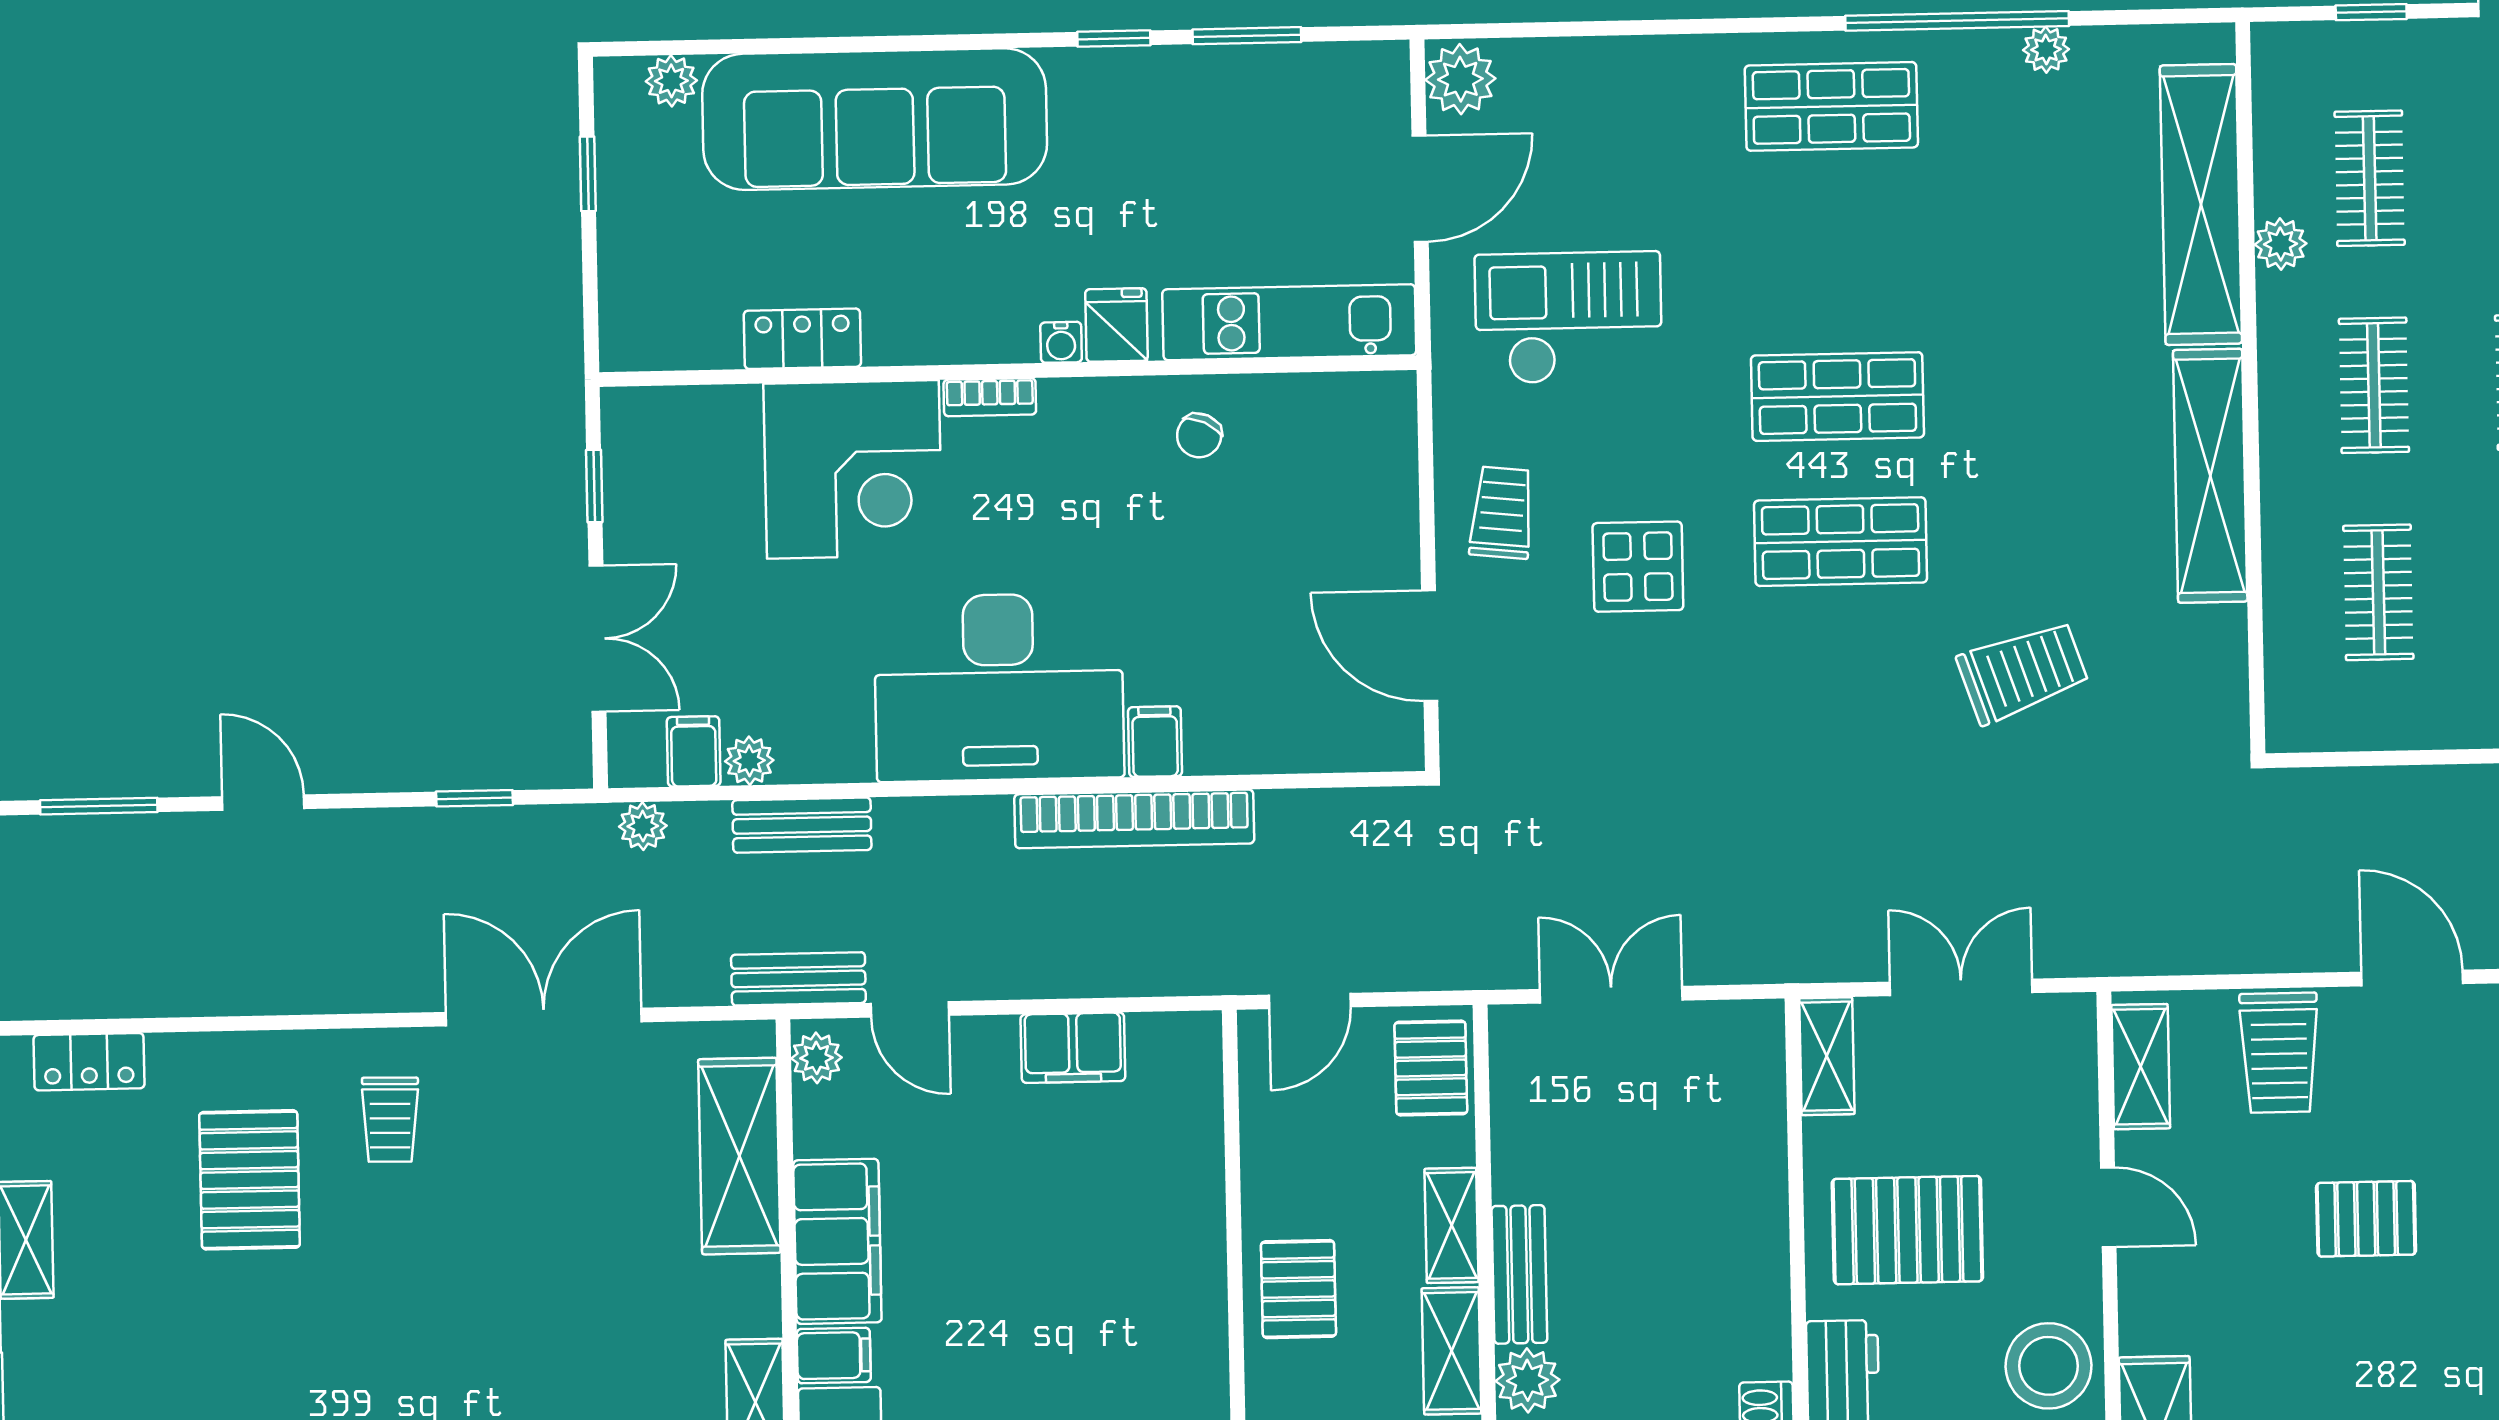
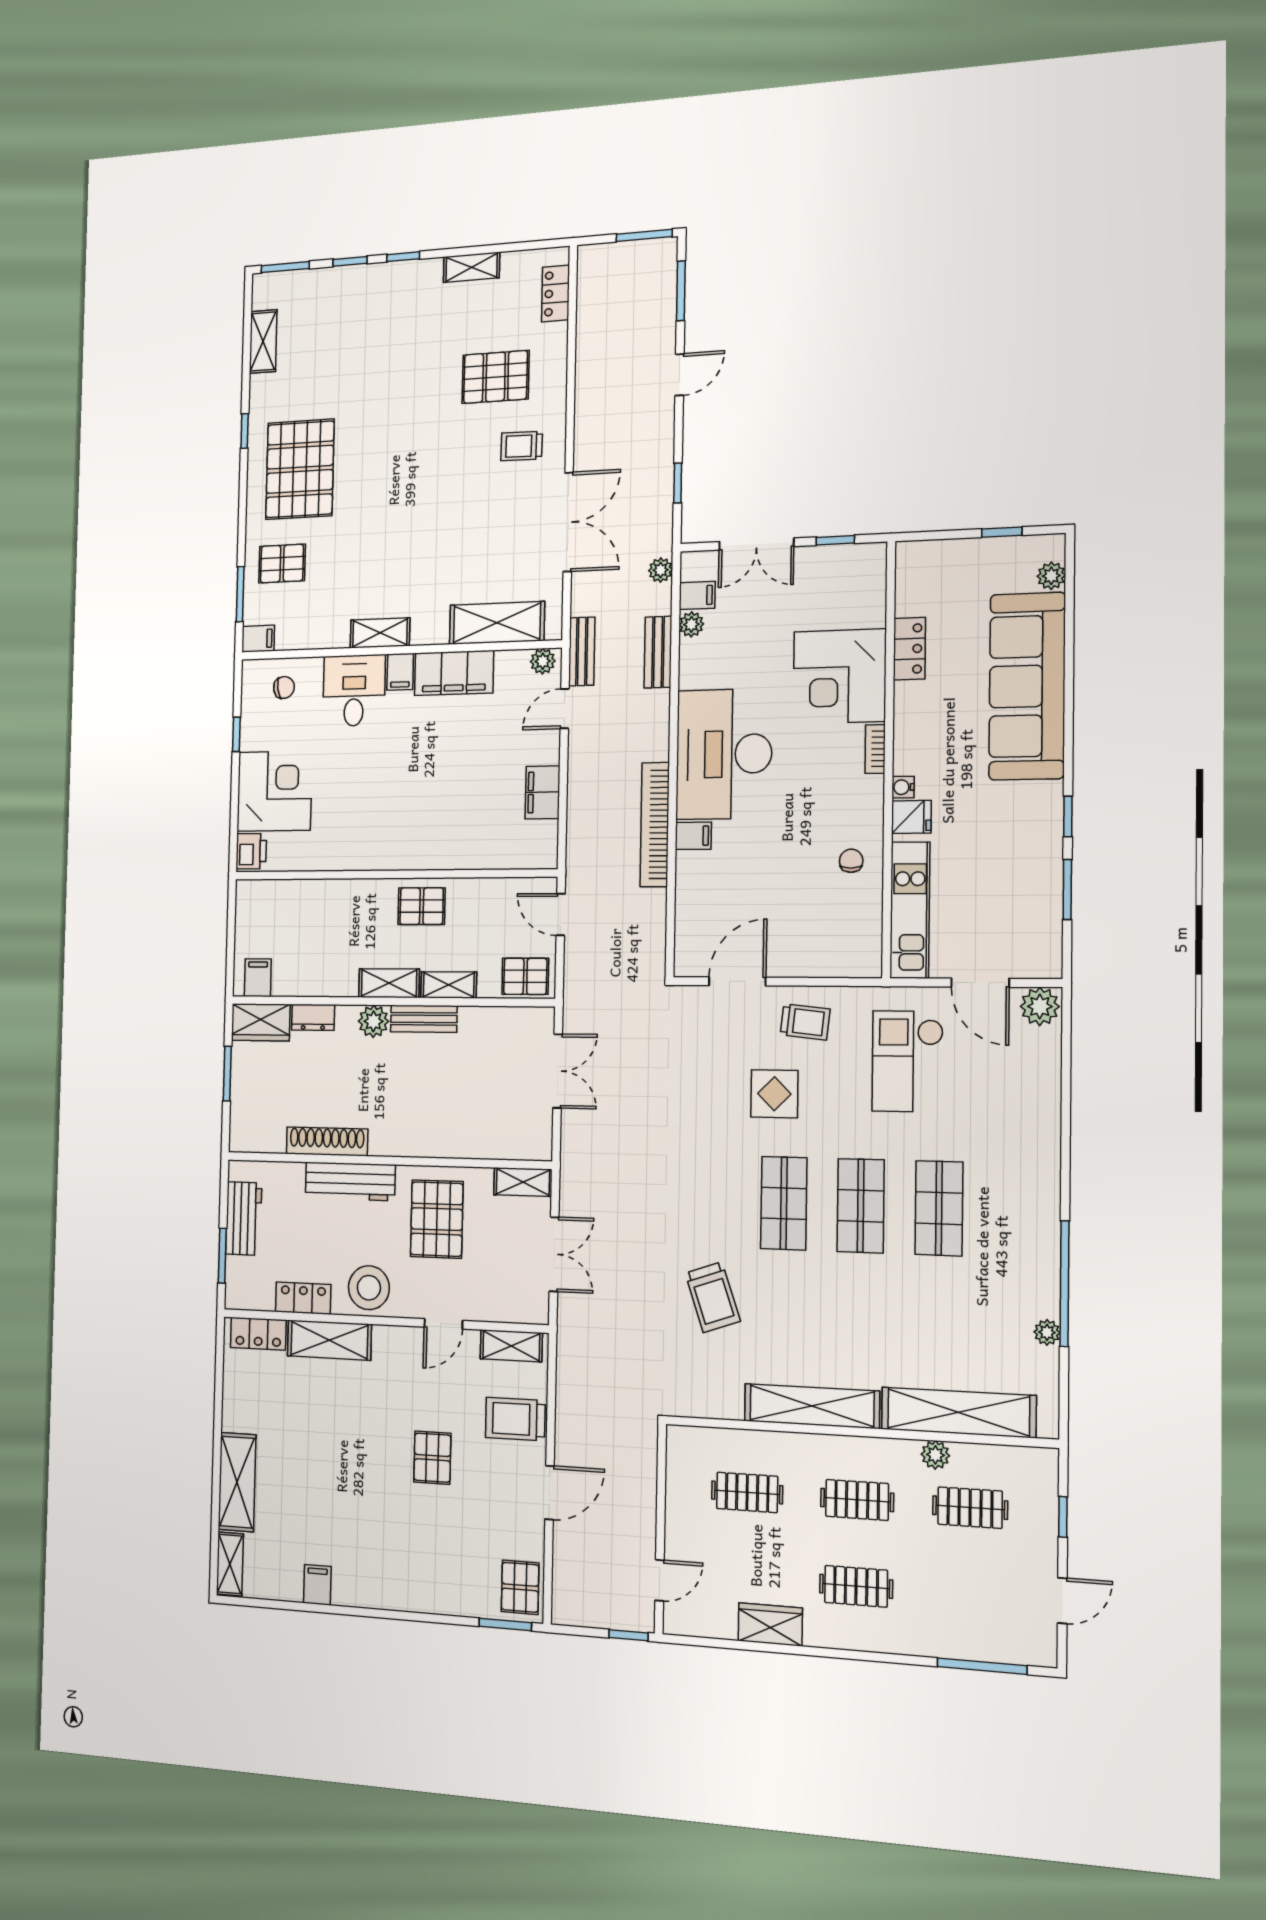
shop shelf: (1831, 106) -> (939, 1208), moved
checkout: (1568, 318) -> (908, 1061), turned 180
chair: (1199, 435) -> (851, 861), turned 65

